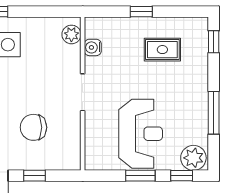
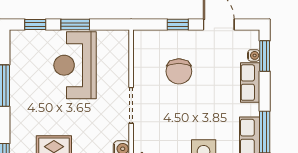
chair: (33, 127) -> (179, 71), turned 90
plant: (193, 158) -> (24, 42), removed

